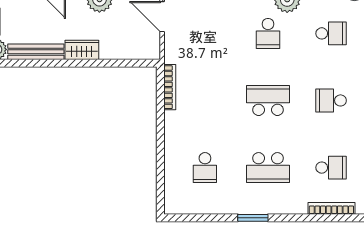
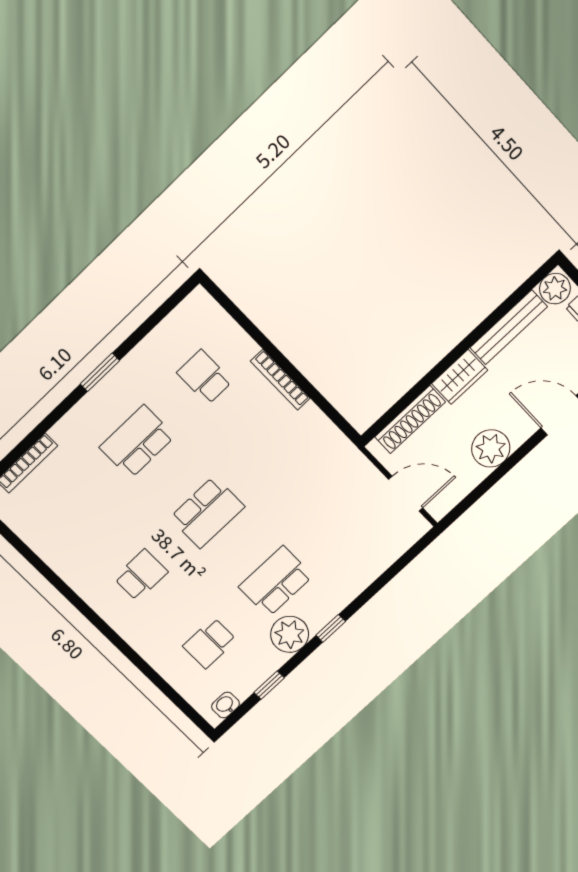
school desk: (268, 33) -> (276, 581), width x1.85
shoe rack: (125, 52) -> (410, 419), added
bookcase: (170, 87) -> (280, 380), moved
school desk: (331, 168) -> (71, 506), removed

